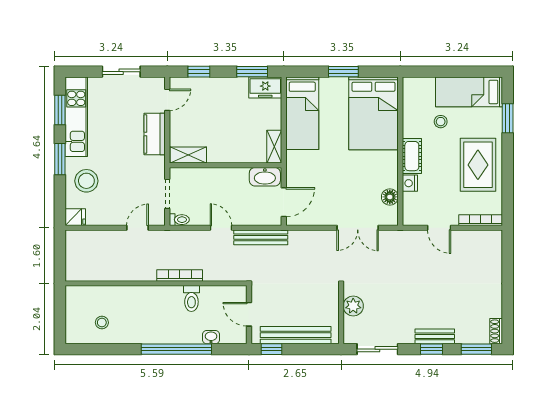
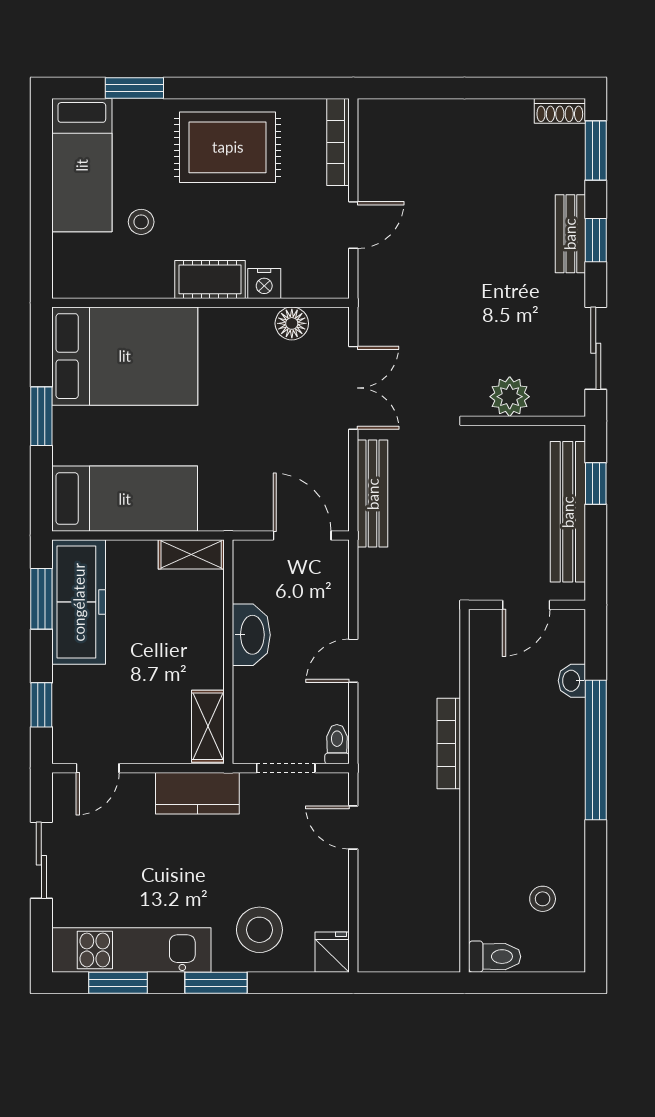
freezer: (265, 88) -> (79, 602), width x1.91, depth x1.26
door: (167, 100) -> (98, 768), swing flipped
kitchen counter: (155, 134) -> (197, 793), moved
washbasin: (265, 177) -> (251, 635), moved
bench: (261, 237) -> (373, 494), moved
toilet: (191, 299) -> (495, 957), moved
window: (272, 349) -> (596, 484), moved

